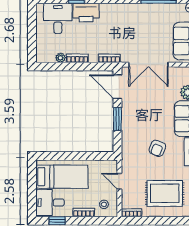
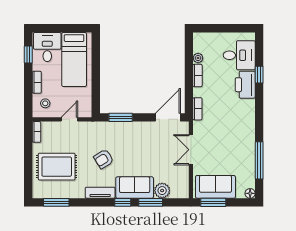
double door: (148, 65) -> (191, 150), width x0.73
window: (117, 119) -> (121, 117), moved
armchair: (157, 148) -> (104, 159), turned -54
rug: (165, 193) -> (57, 167), turned 90

